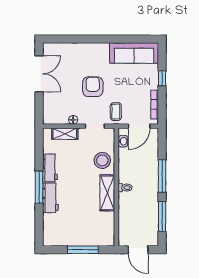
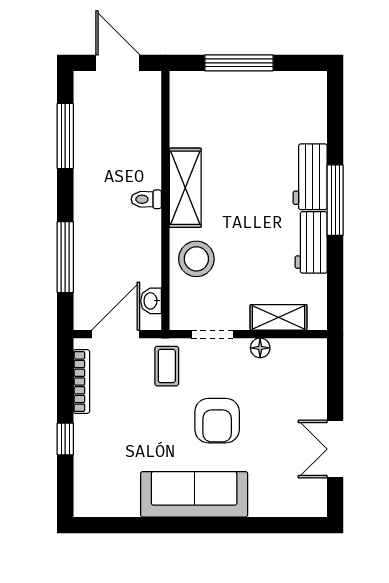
sofa: (134, 53) -> (194, 494), moved
double door: (39, 74) -> (335, 449), width x0.73
window: (162, 176) -> (65, 257), moved

